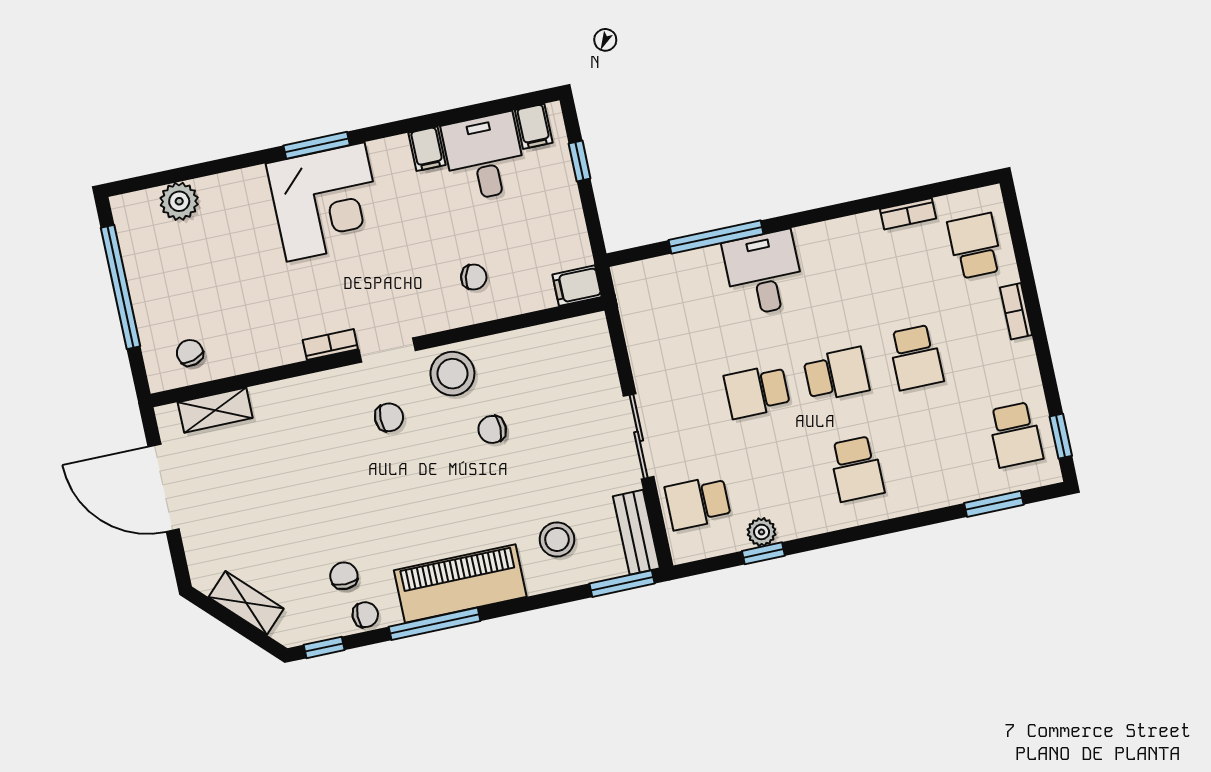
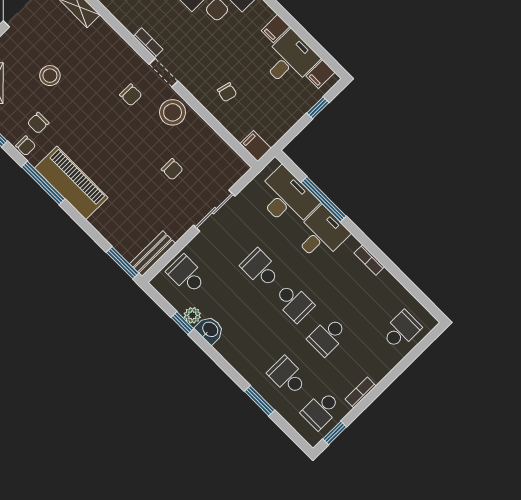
bookcase: (908, 214) -> (369, 260), moved
desk: (680, 289) -> (286, 198), added
bookcase: (1016, 311) -> (361, 393), moved
chair: (492, 429) -> (172, 169), moved, turned 180
sliding door: (639, 436) -> (214, 211), moved
school desk: (857, 469) -> (287, 376), moved, turned 90
window: (994, 504) -> (260, 401), moved
washbasin: (798, 520) -> (210, 330), added
stool: (557, 539) -> (50, 76), moved
chair: (344, 576) -> (38, 123), turned 180

